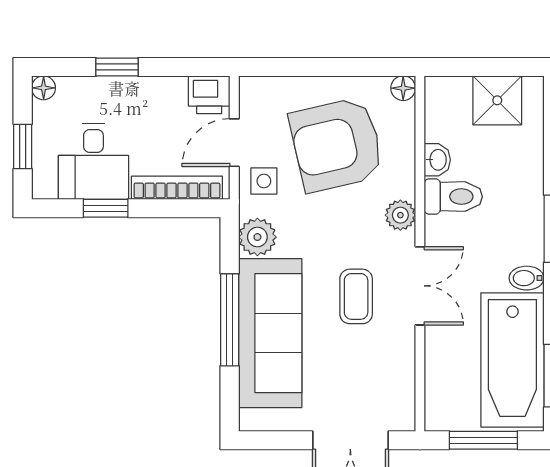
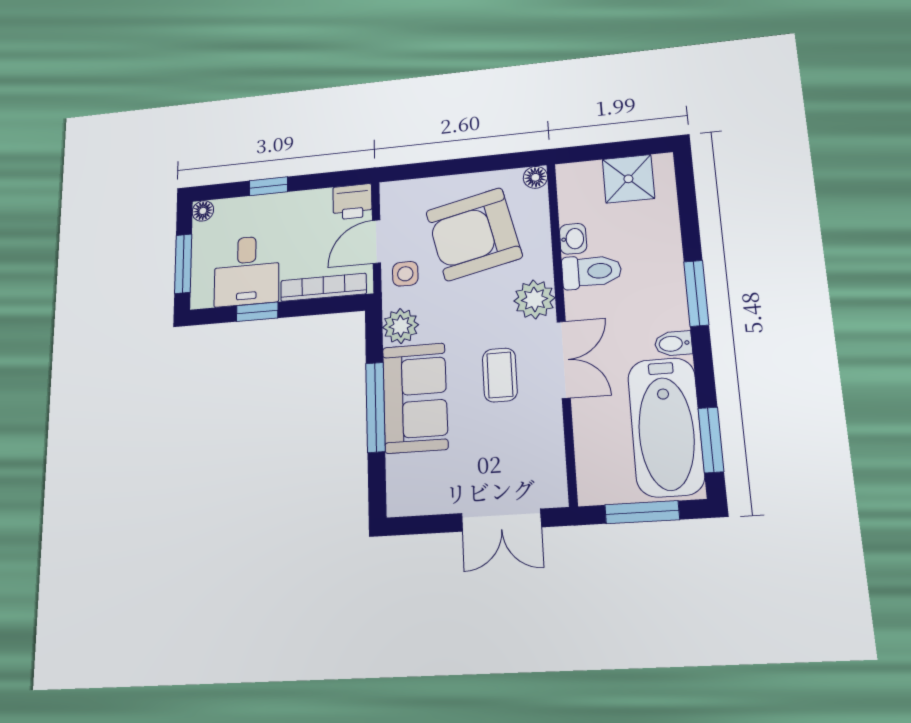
window: (23, 147) -> (183, 264), width x1.50
plant: (400, 215) -> (534, 299), width x1.38, depth x1.38
sofa: (270, 333) -> (415, 398), width x0.73

